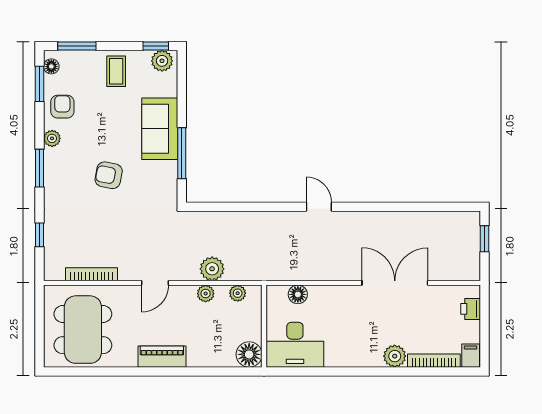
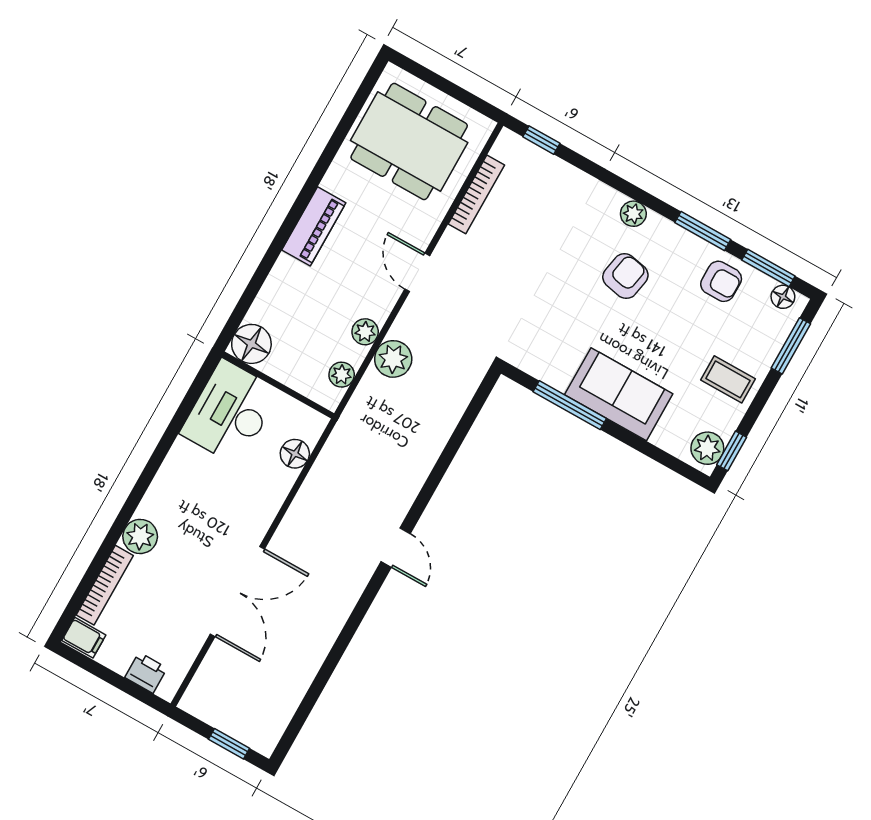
plant: (52, 138) -> (633, 214), moved
window: (40, 168) -> (703, 231), moved
armchair: (109, 175) -> (625, 276), moved
door: (319, 207) -> (396, 548), hinge flipped
window: (40, 235) -> (541, 140), moved

